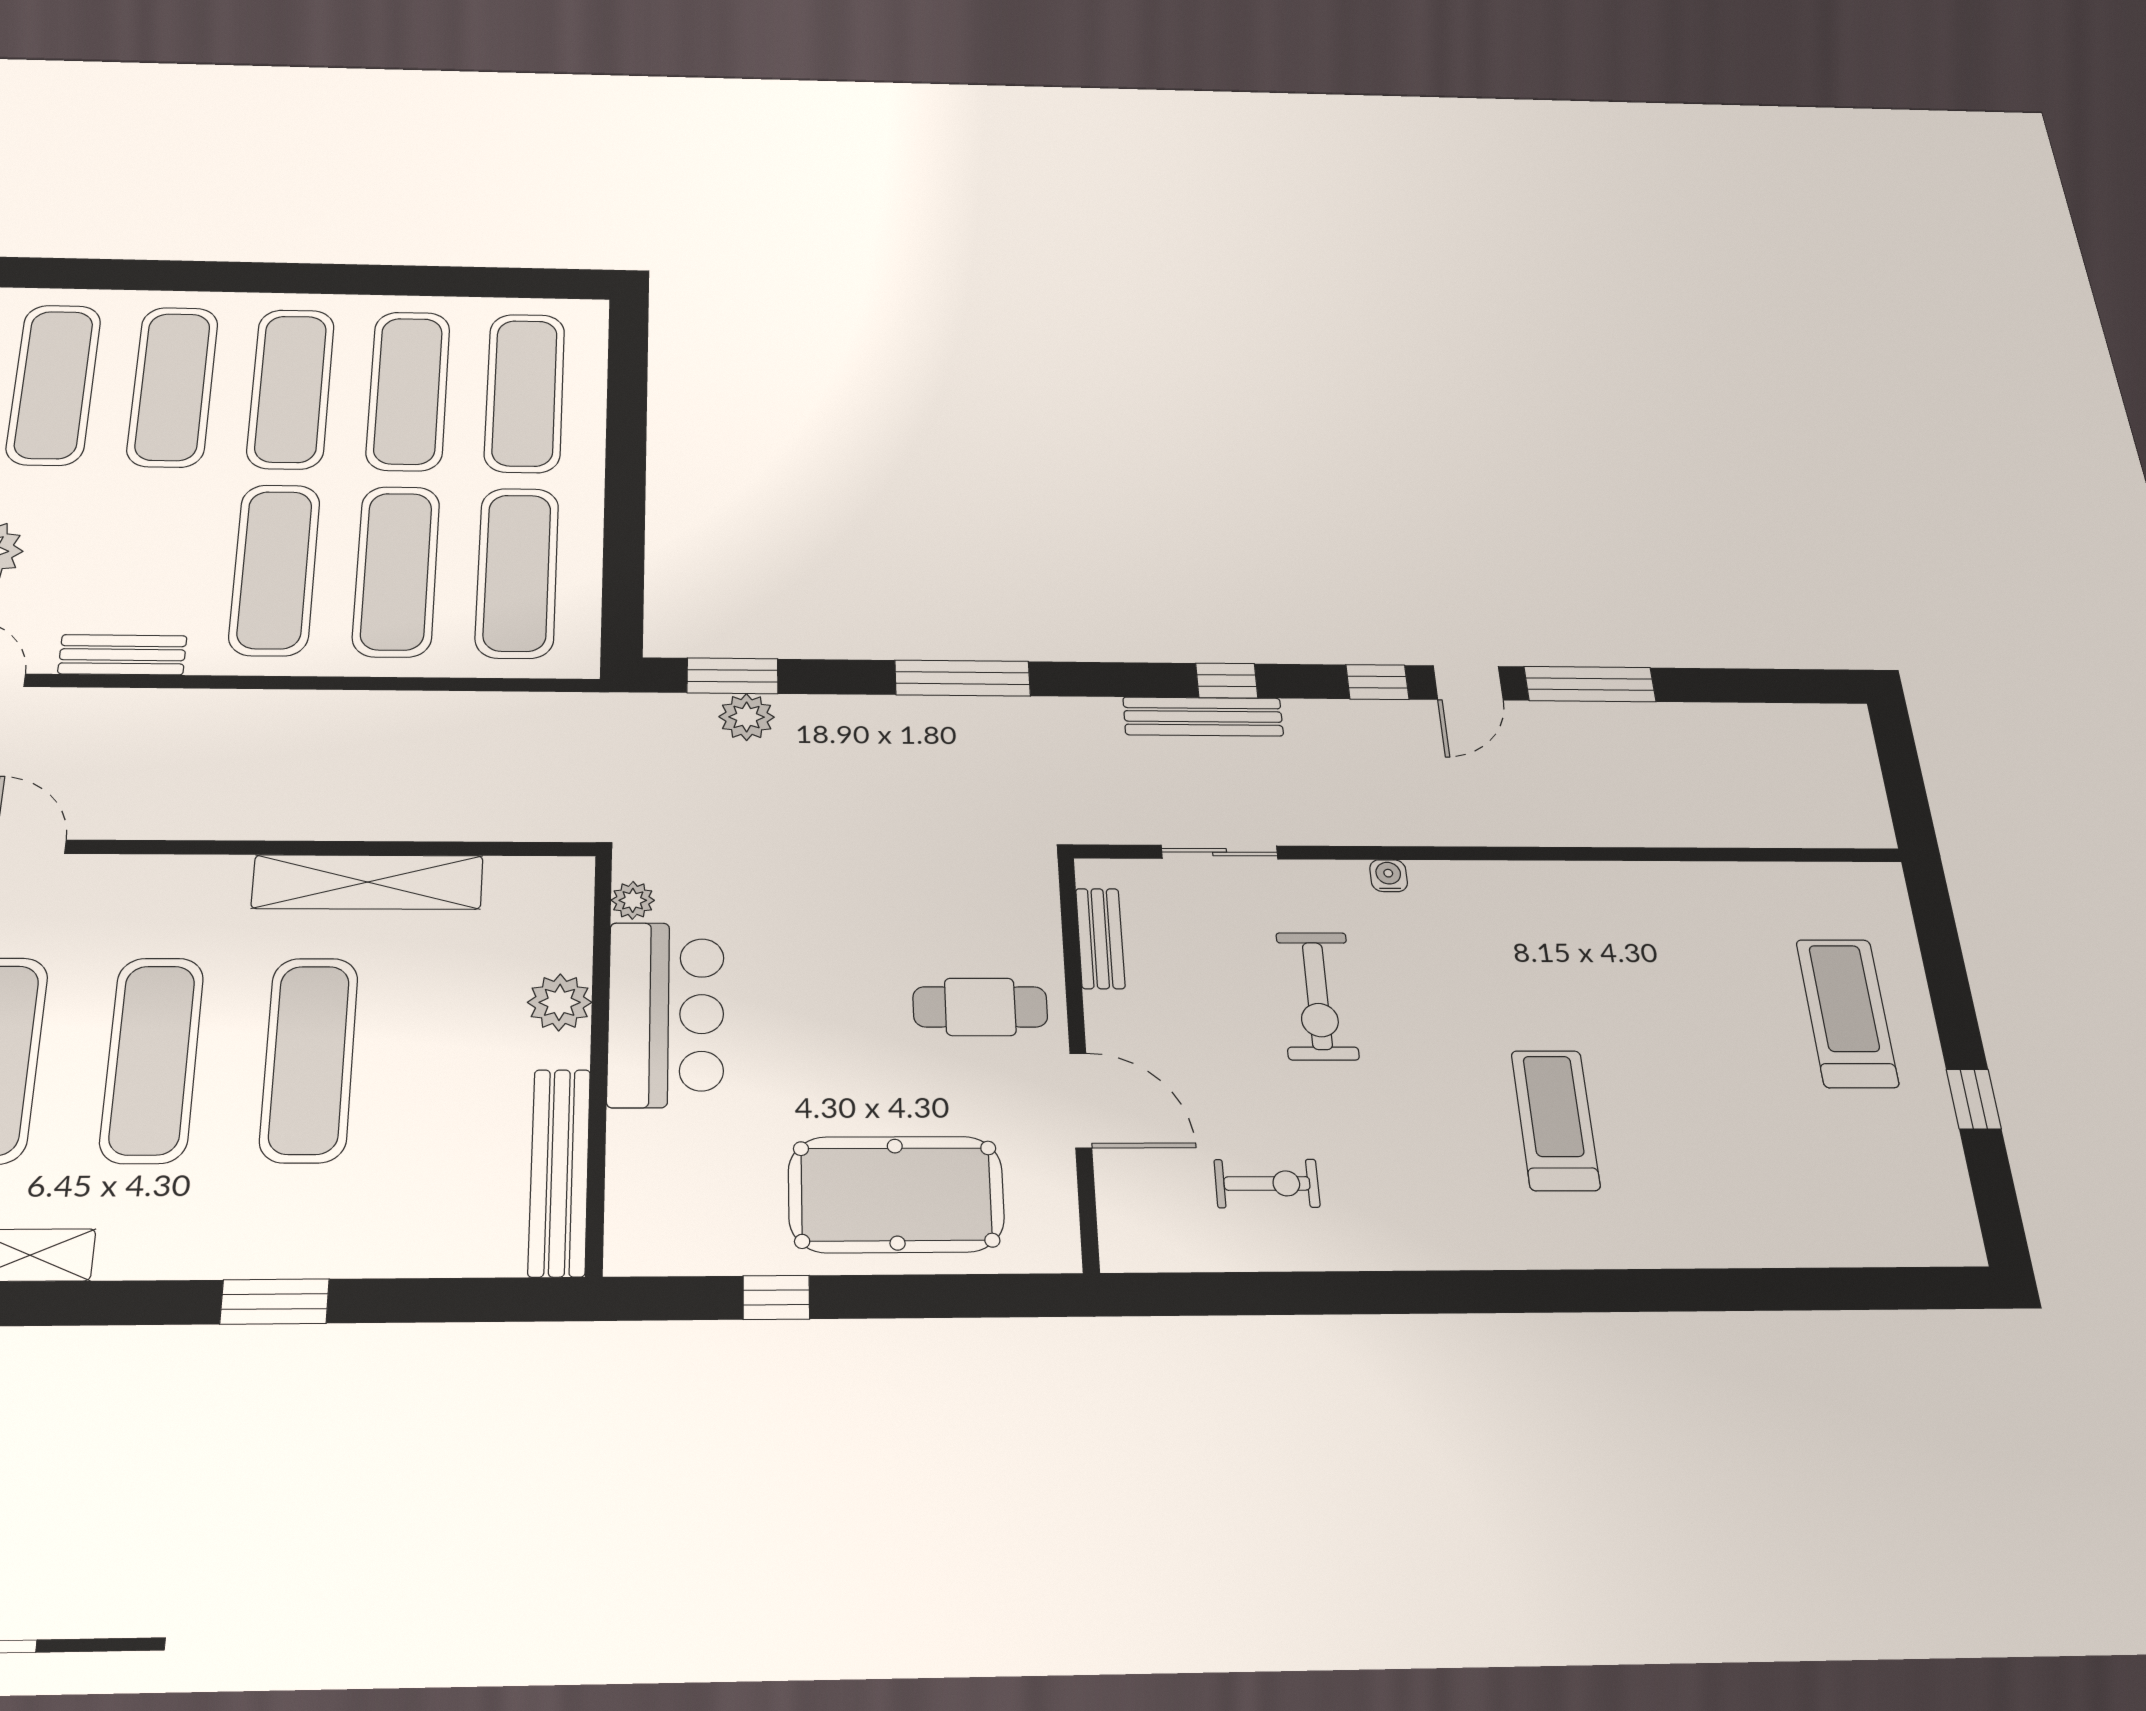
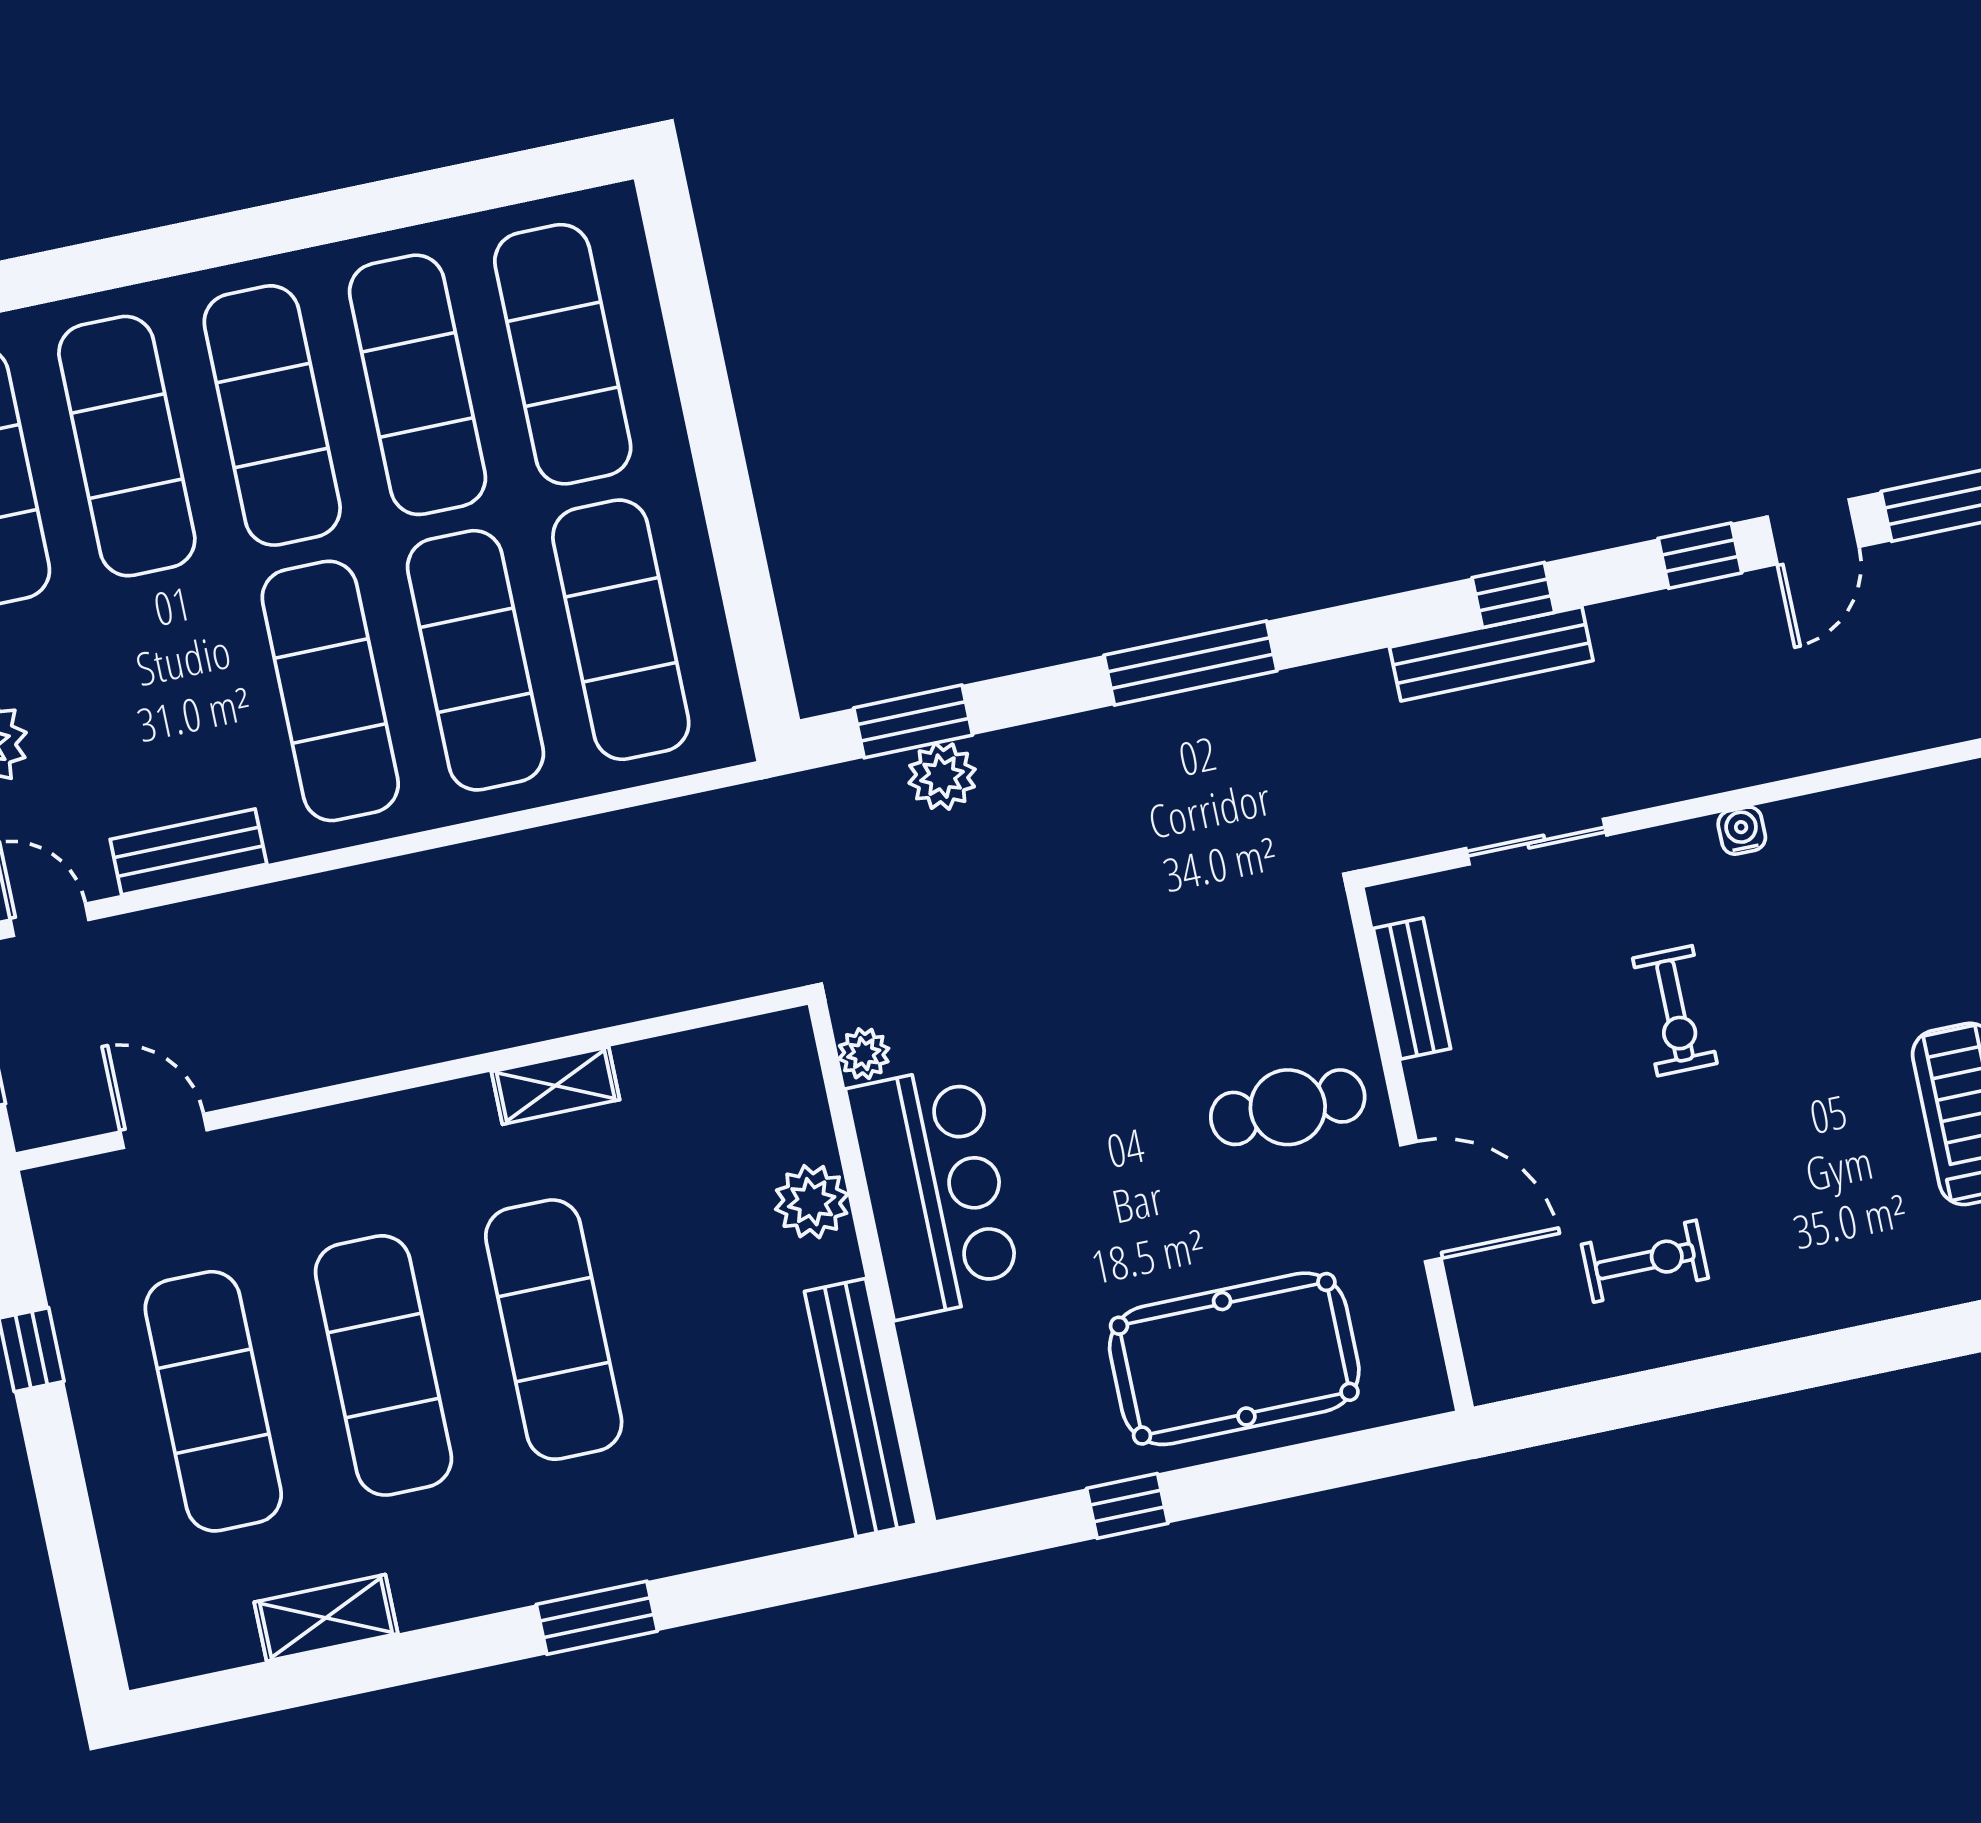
shelving: (368, 882) -> (556, 1086), width x0.45, depth x0.75
exercise bike: (1317, 996) -> (1675, 1011), width x0.73, depth x0.72

